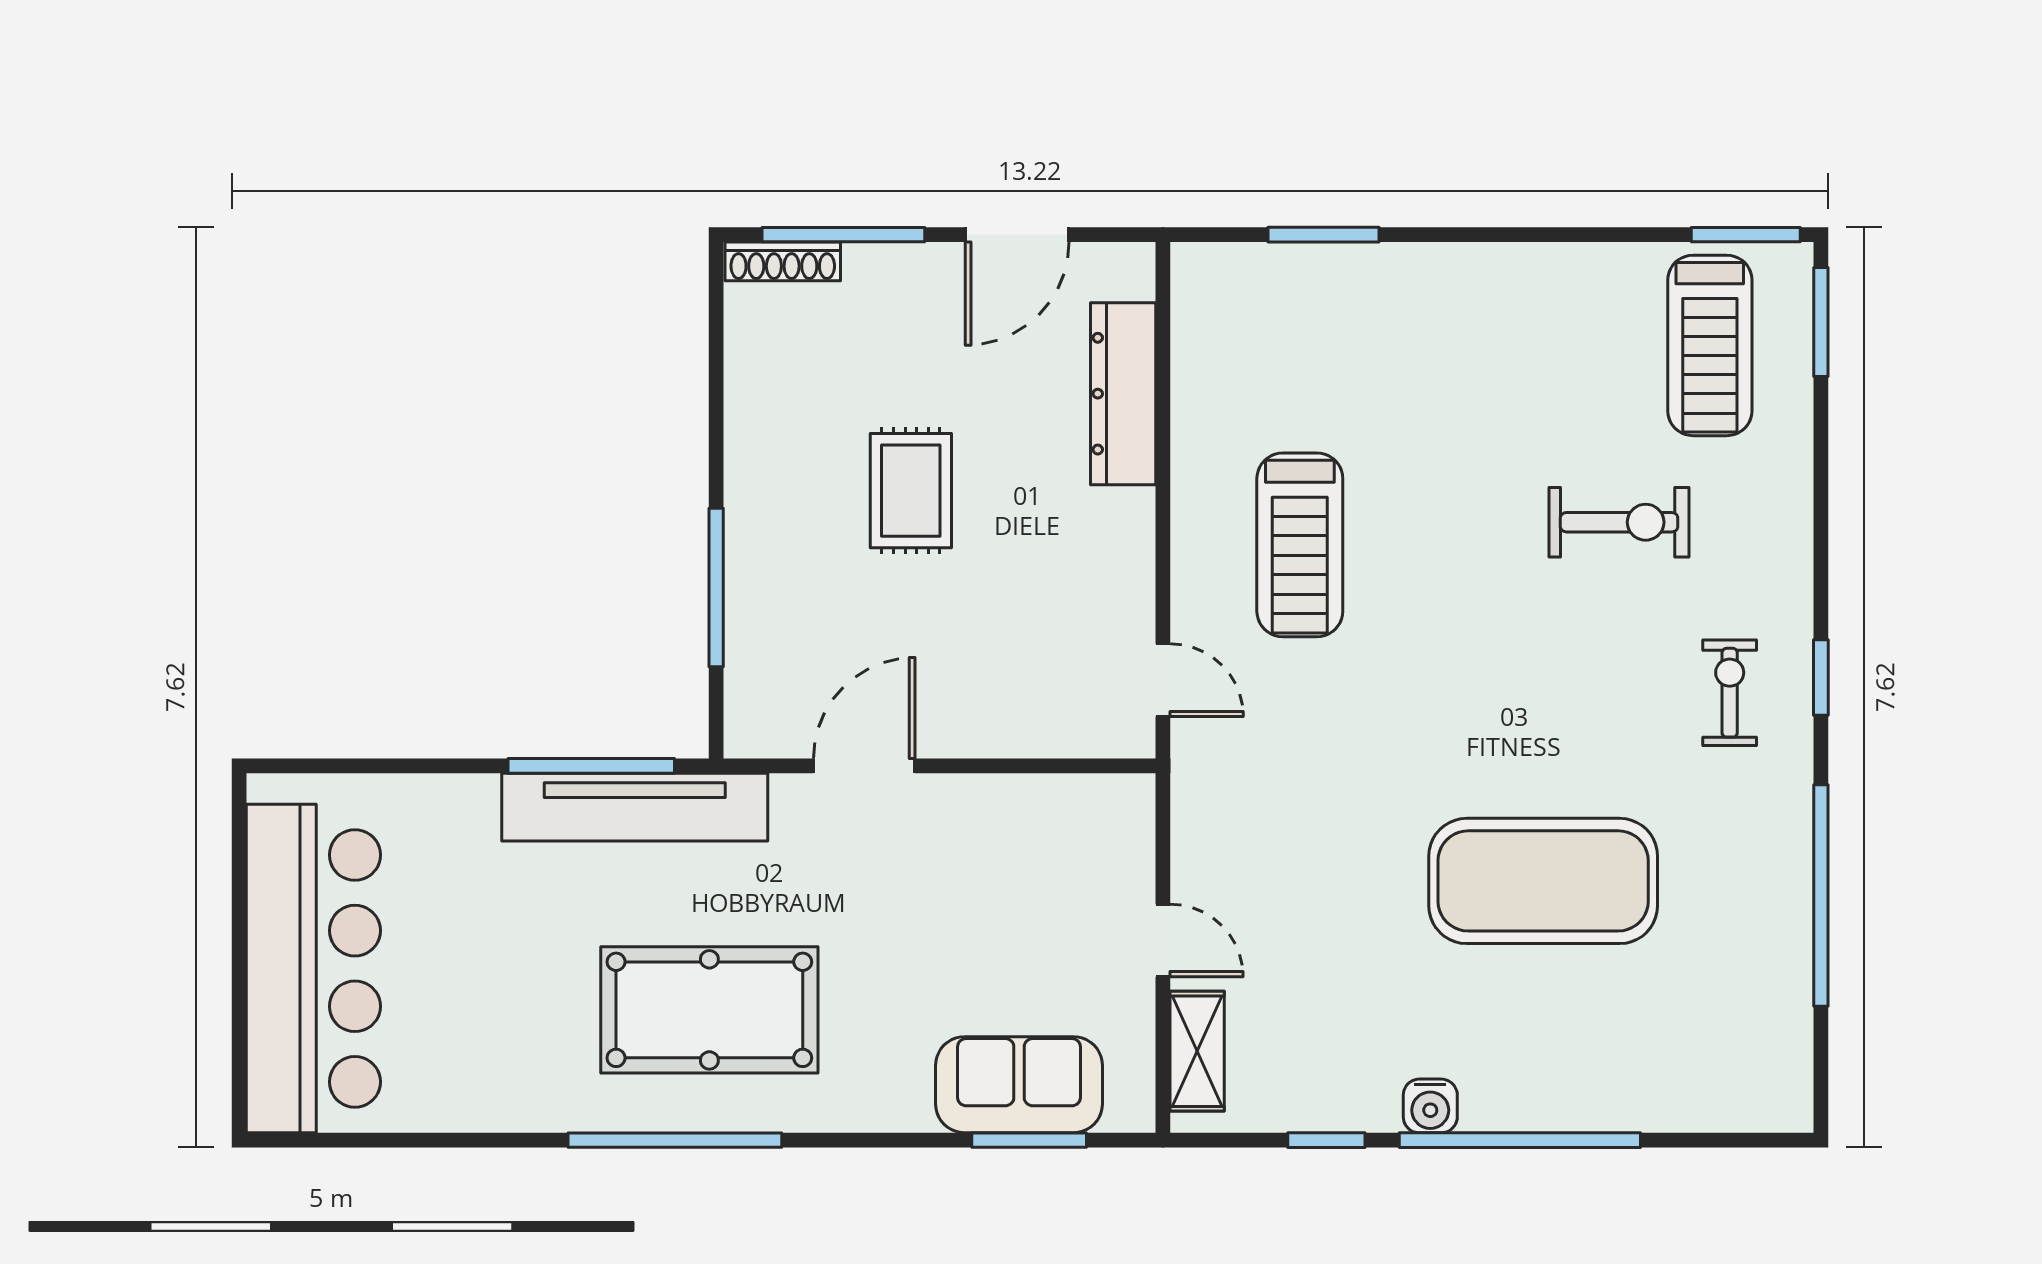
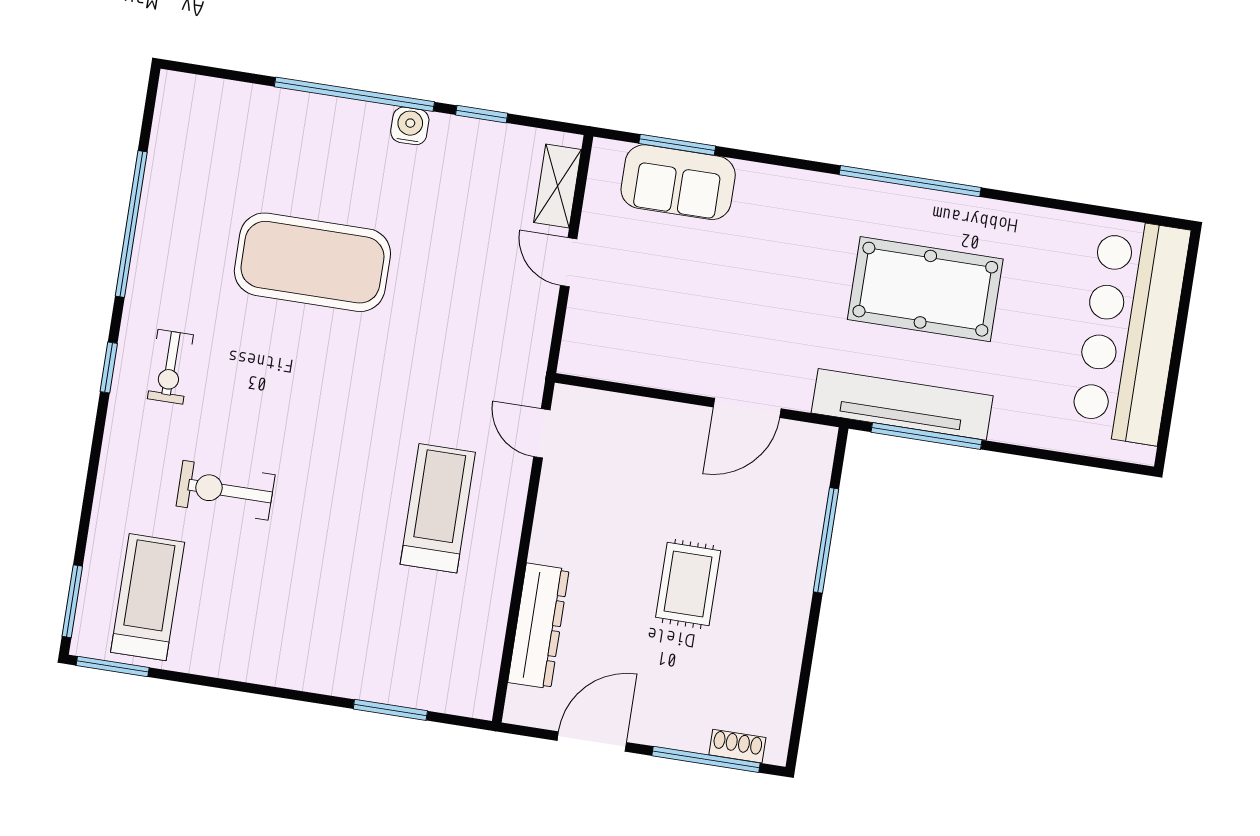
shoe rack: (783, 261) -> (737, 746), width x0.70
pool table: (709, 1010) -> (925, 289), moved

